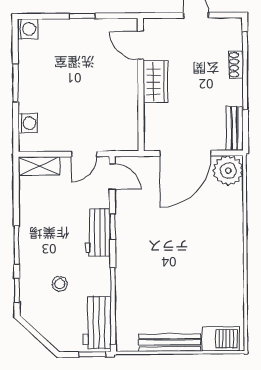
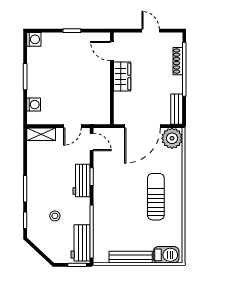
shoe rack: (236, 65) -> (178, 61), width x1.43
sun lounger: (205, 255) -> (156, 197), added

